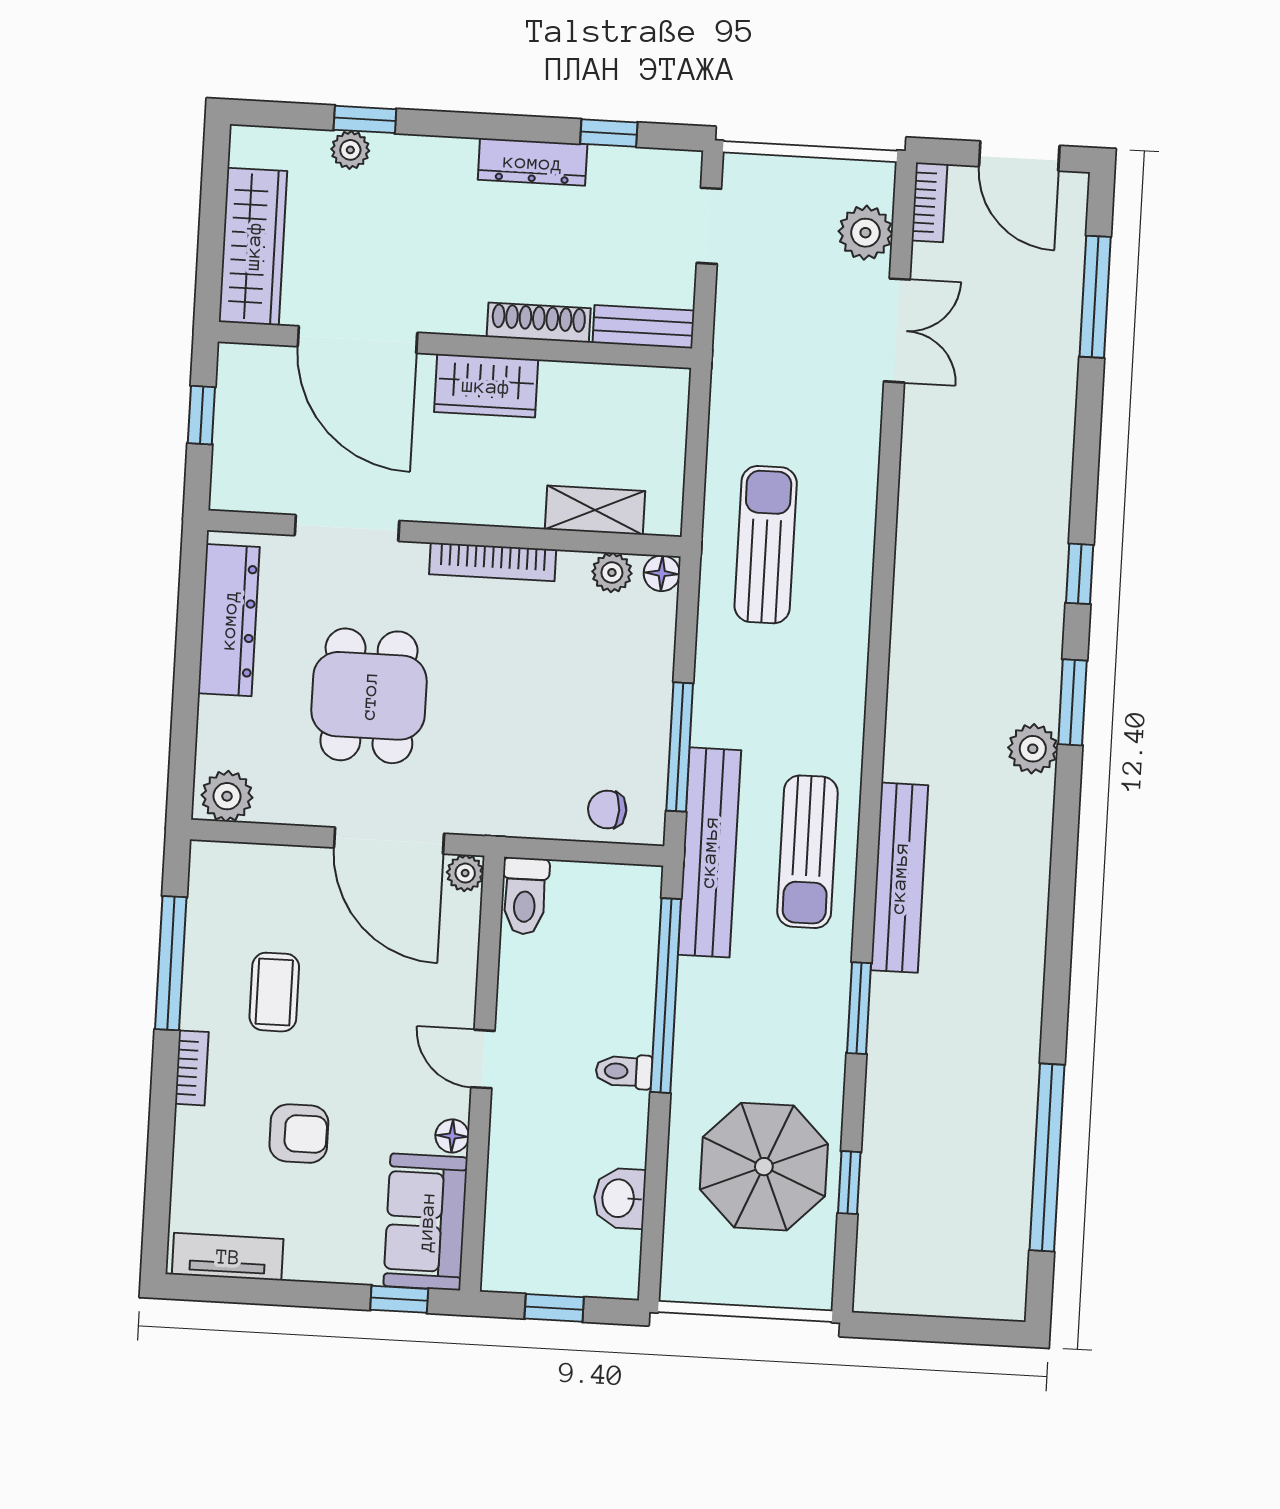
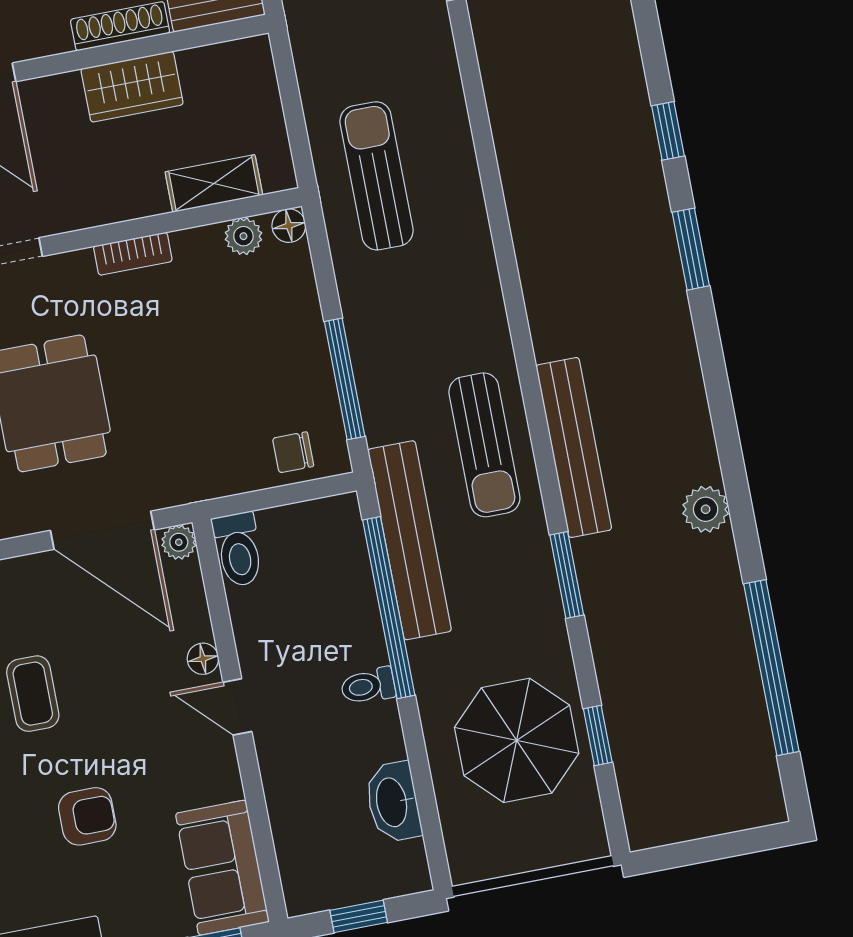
wardrobe: (486, 386) -> (132, 87), moved
bookcase: (493, 562) -> (133, 254), width x0.64
plant: (1033, 749) -> (706, 509), moved
bench: (709, 852) -> (410, 540), moved
floor lamp: (452, 1136) -> (203, 659), moved
washbasin: (620, 1198) -> (393, 802), width x1.38

